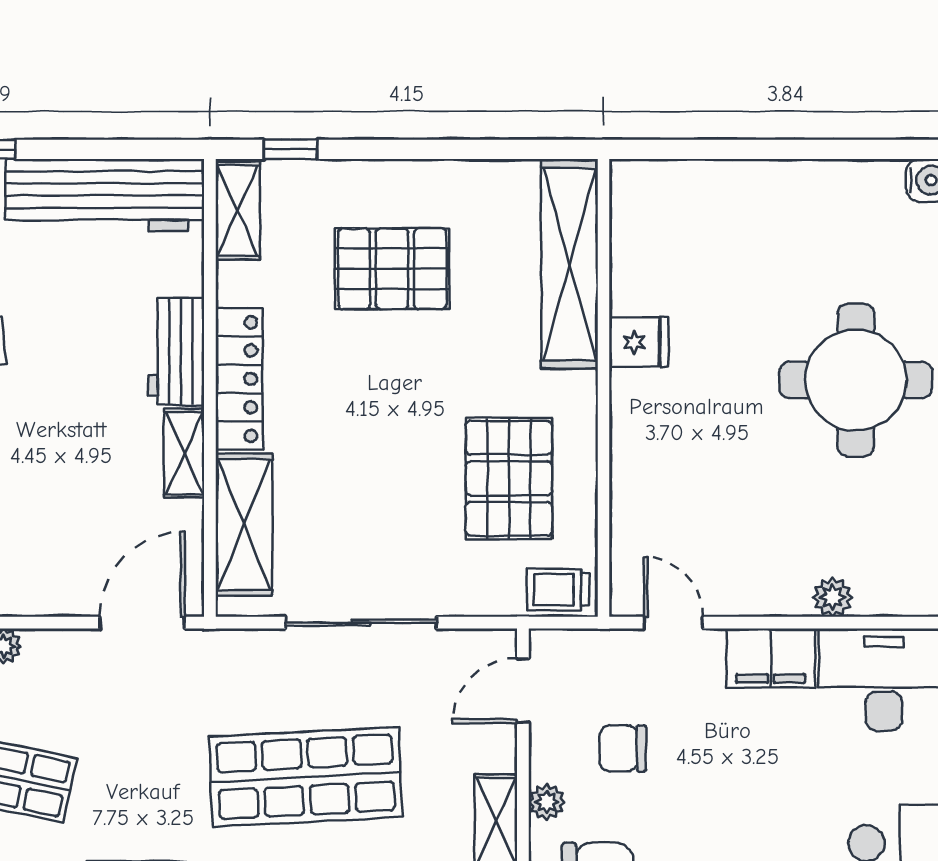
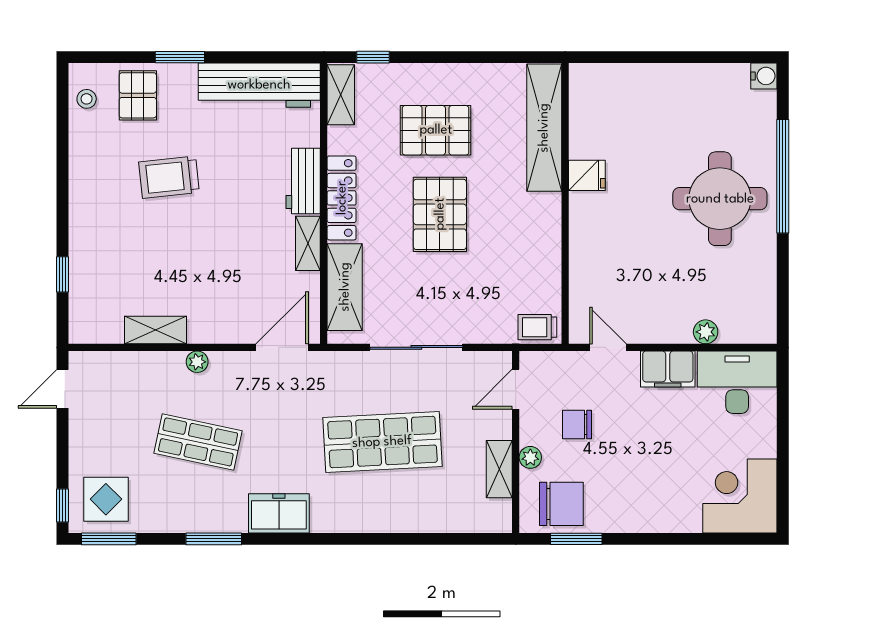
pallet: (509, 478) -> (440, 214), moved

